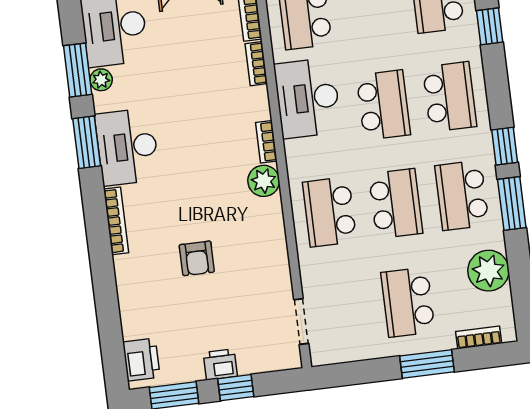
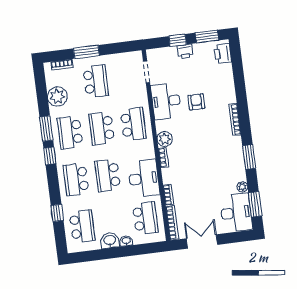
window: (78, 70) -> (255, 204), moved
desk: (127, 147) -> (166, 101), moved, turned 180
school desk: (462, 195) -> (70, 132), turned 180

